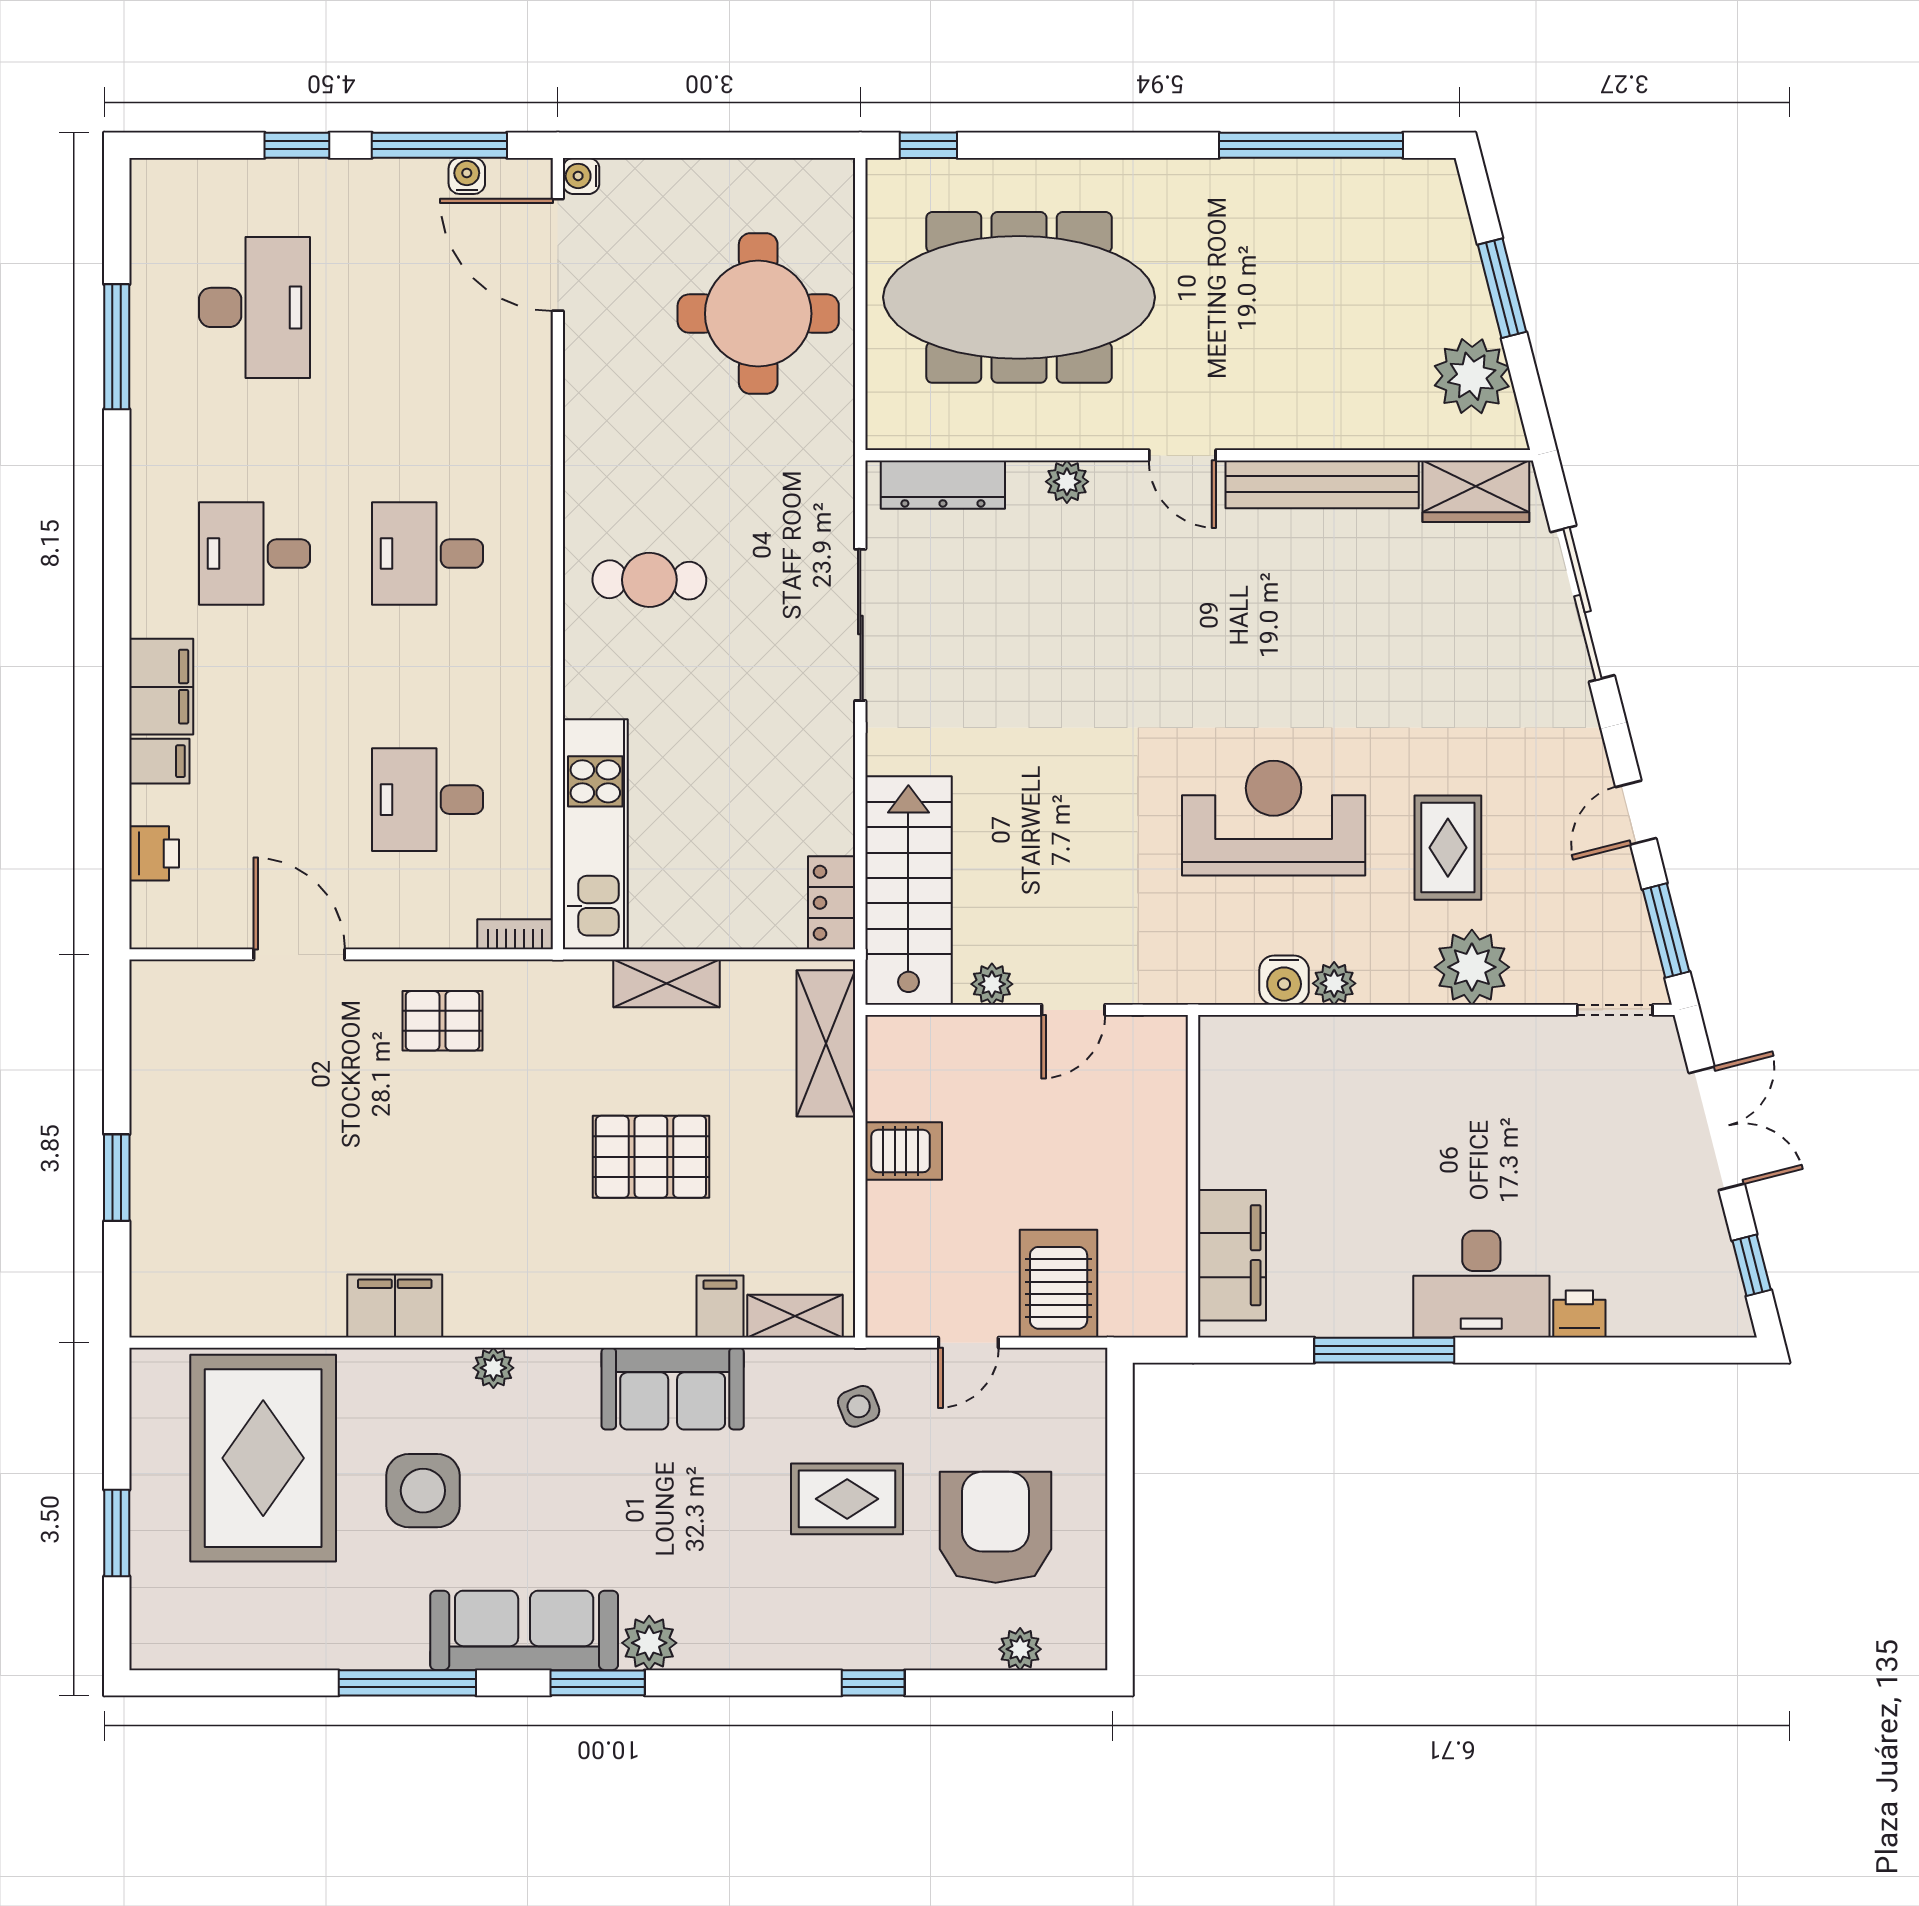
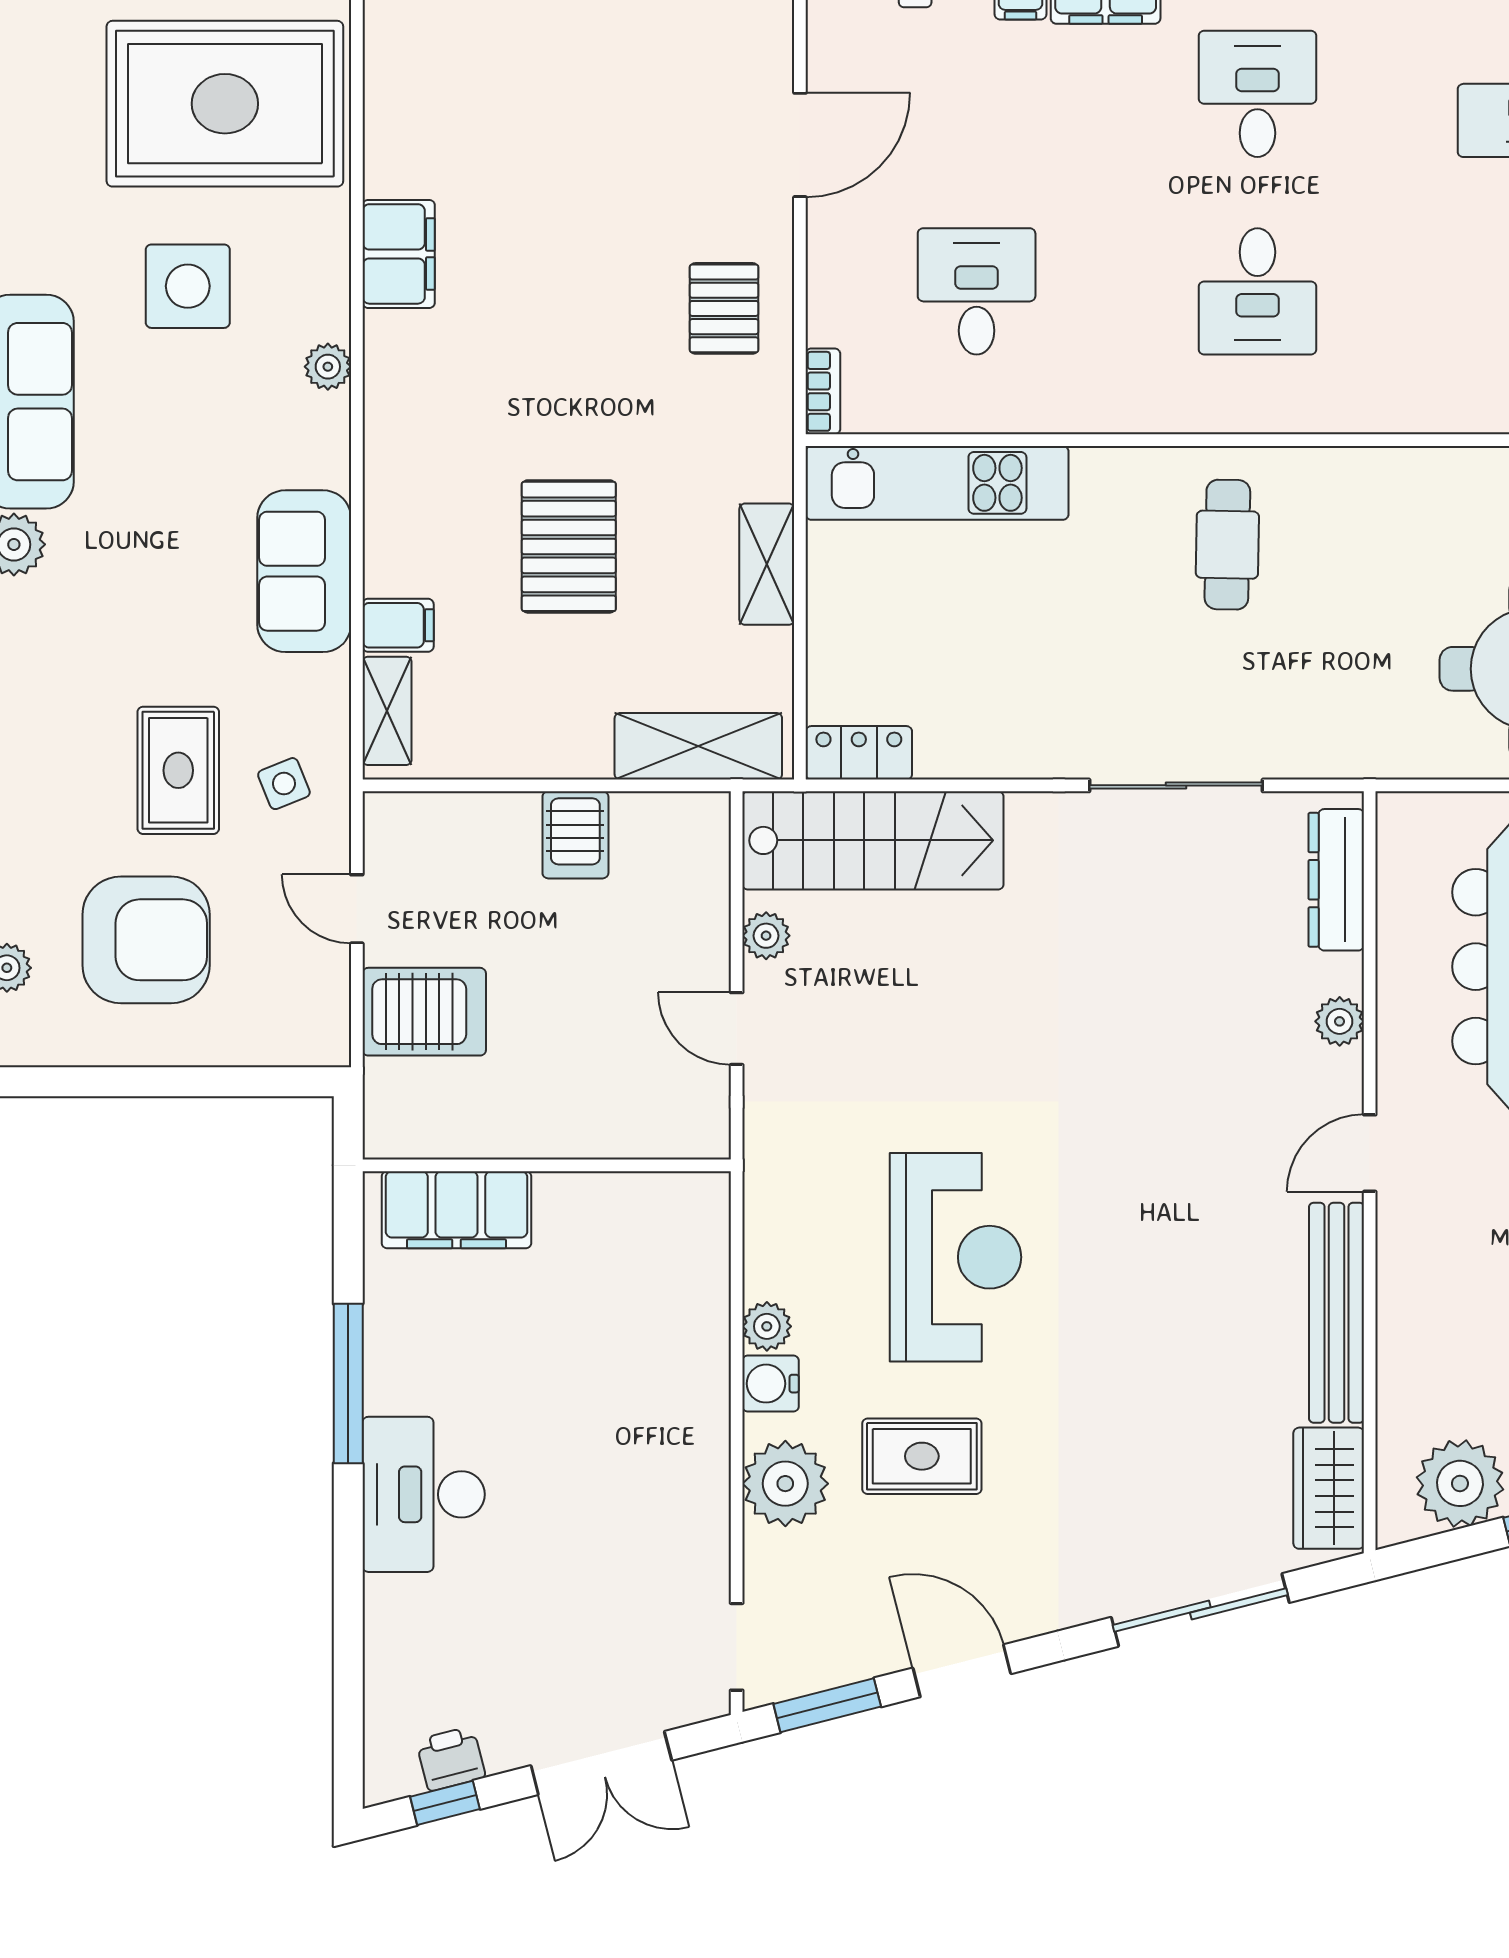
desk: (428, 554) -> (1257, 291), turned 180
door: (1636, 813) -> (962, 1671), width x1.37
water cooler: (1284, 980) -> (771, 1384), moved
printer: (1579, 1314) -> (451, 1759), moved, turned -104

